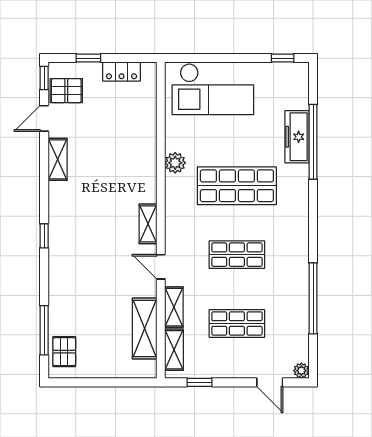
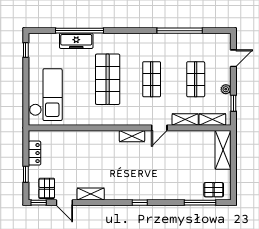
plant: (175, 163) -> (93, 119), removed
shelving: (145, 328) -> (223, 150), moved, turned 90
plant: (301, 371) -> (226, 89), moved

